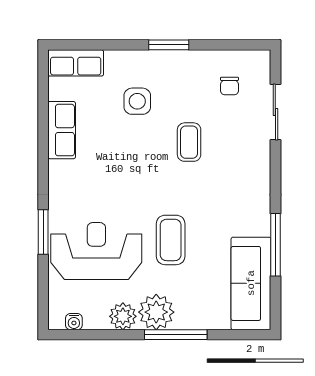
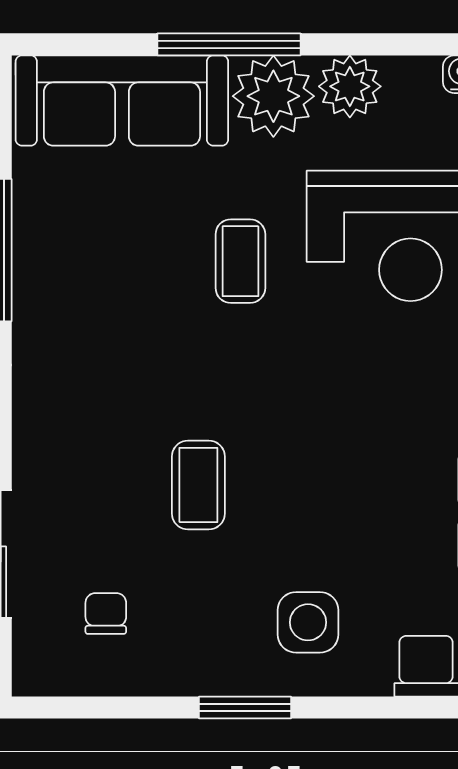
side table: (137, 101) -> (308, 622), moved
coffee table: (171, 240) -> (240, 261), width x0.73, depth x0.77
sofa: (251, 283) -> (122, 101), moved, turned 90

